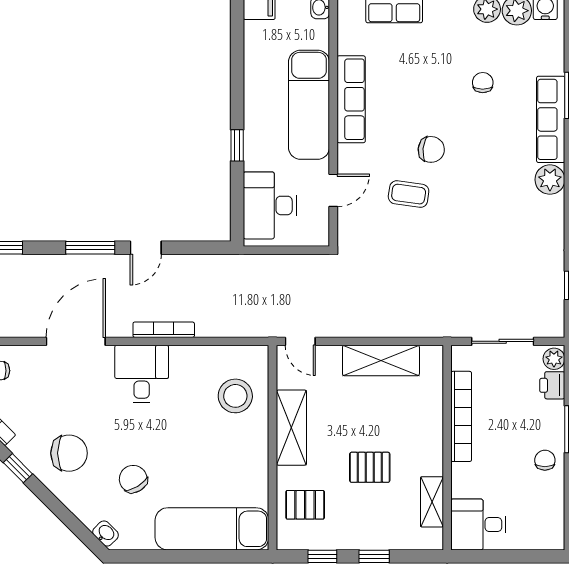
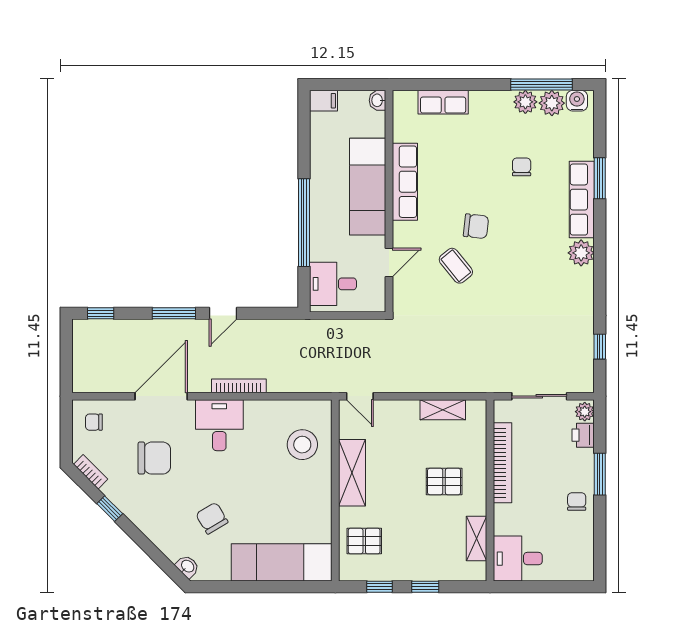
window: (237, 145) -> (304, 223), width x3.17
coffee table: (409, 194) -> (456, 266), turned 43
desk: (270, 205) -> (333, 284), width x0.73
shelving: (381, 360) -> (443, 410), width x0.67, depth x0.75
chair: (69, 453) -> (154, 458), moved
pallet: (370, 467) -> (444, 481), moved

